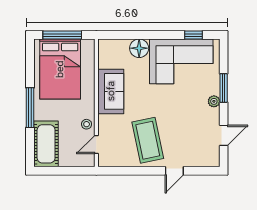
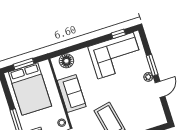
window: (62, 35) -> (24, 64), width x0.69
floor lamp: (139, 48) -> (66, 61), moved
door: (224, 135) -> (160, 89), moved

